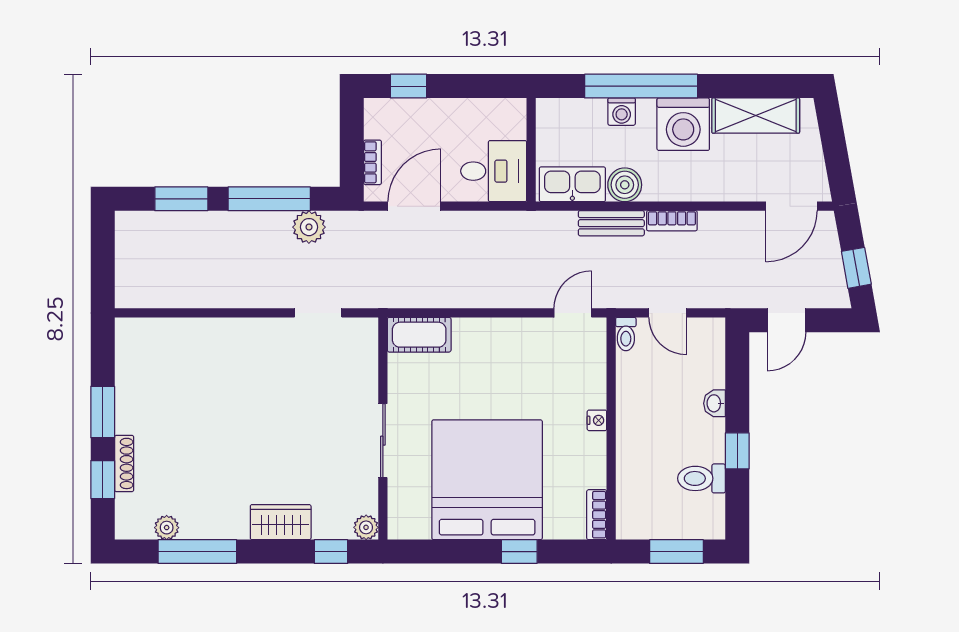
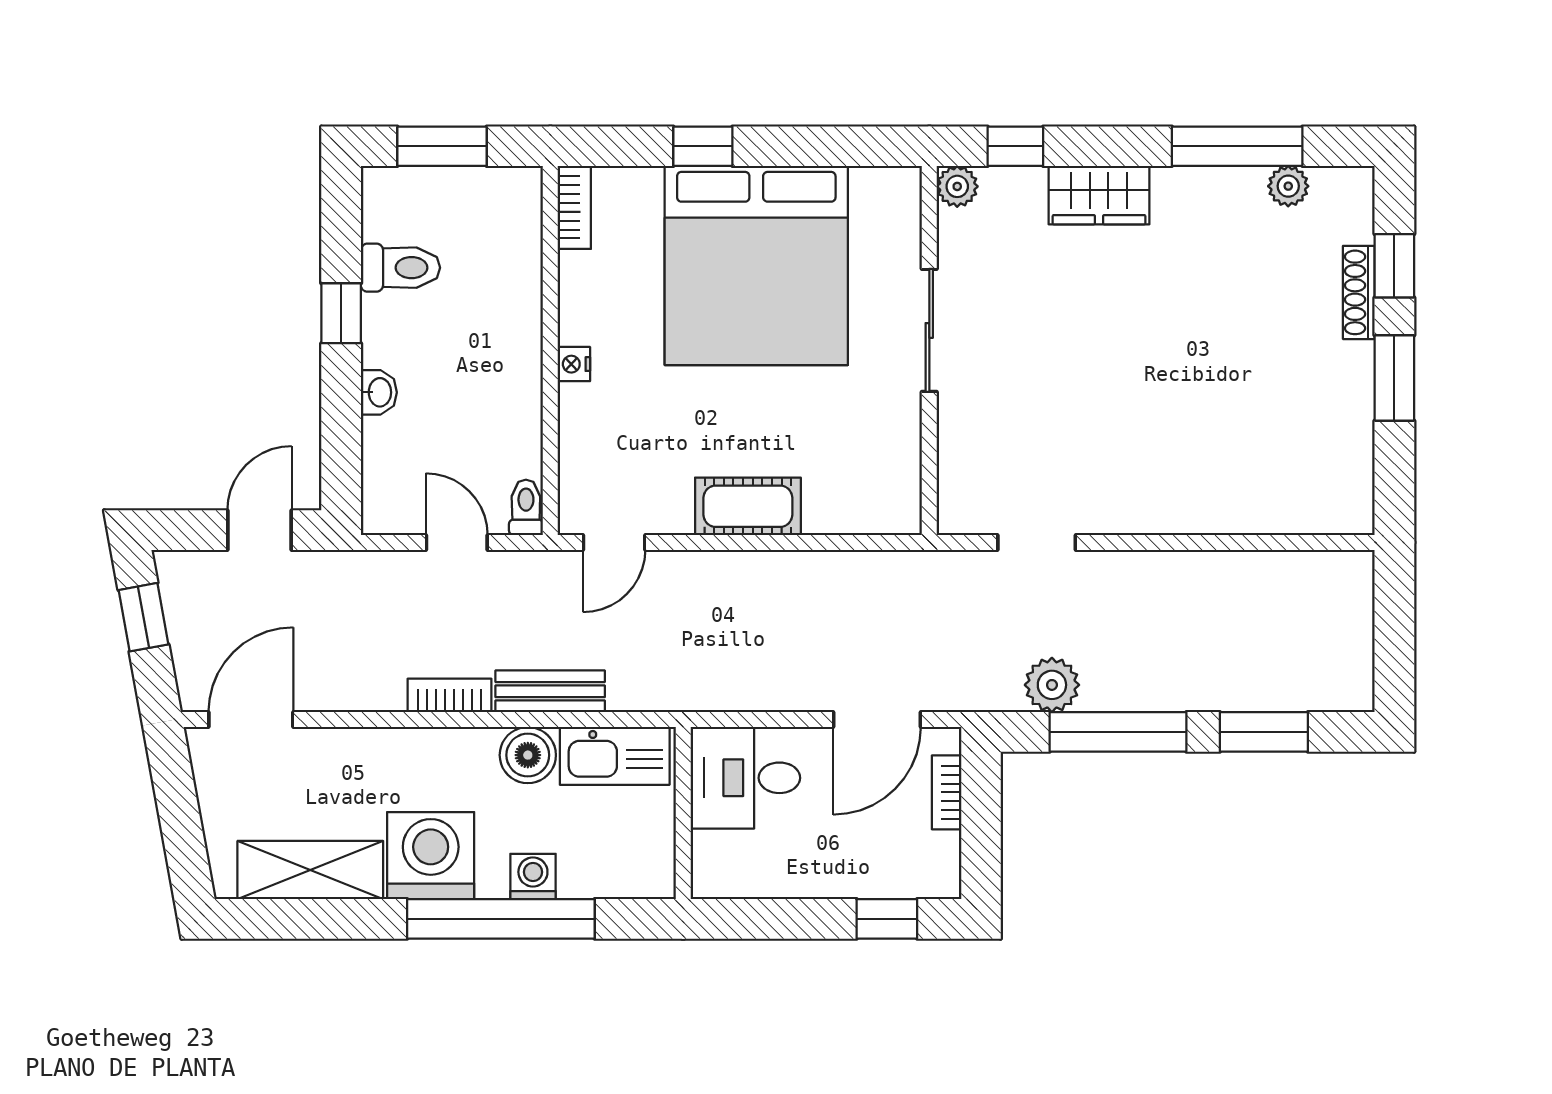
cot: (419, 335) -> (748, 506), moved

